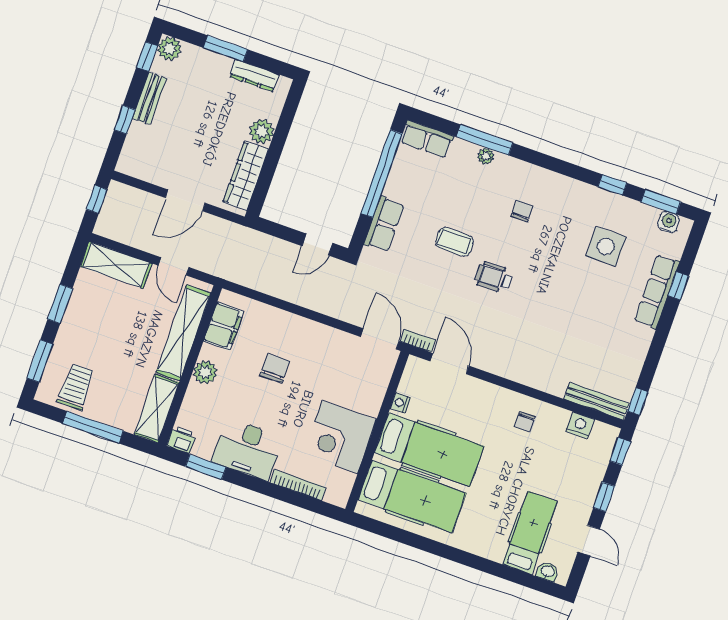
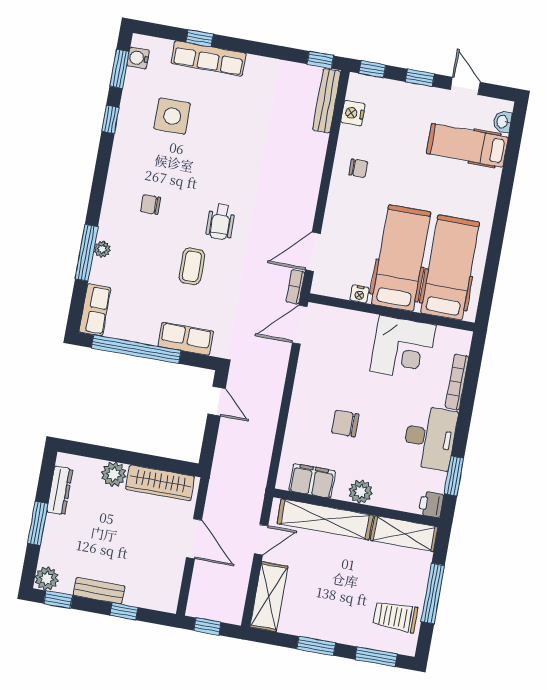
door: (589, 540) -> (465, 86), hinge flipped

